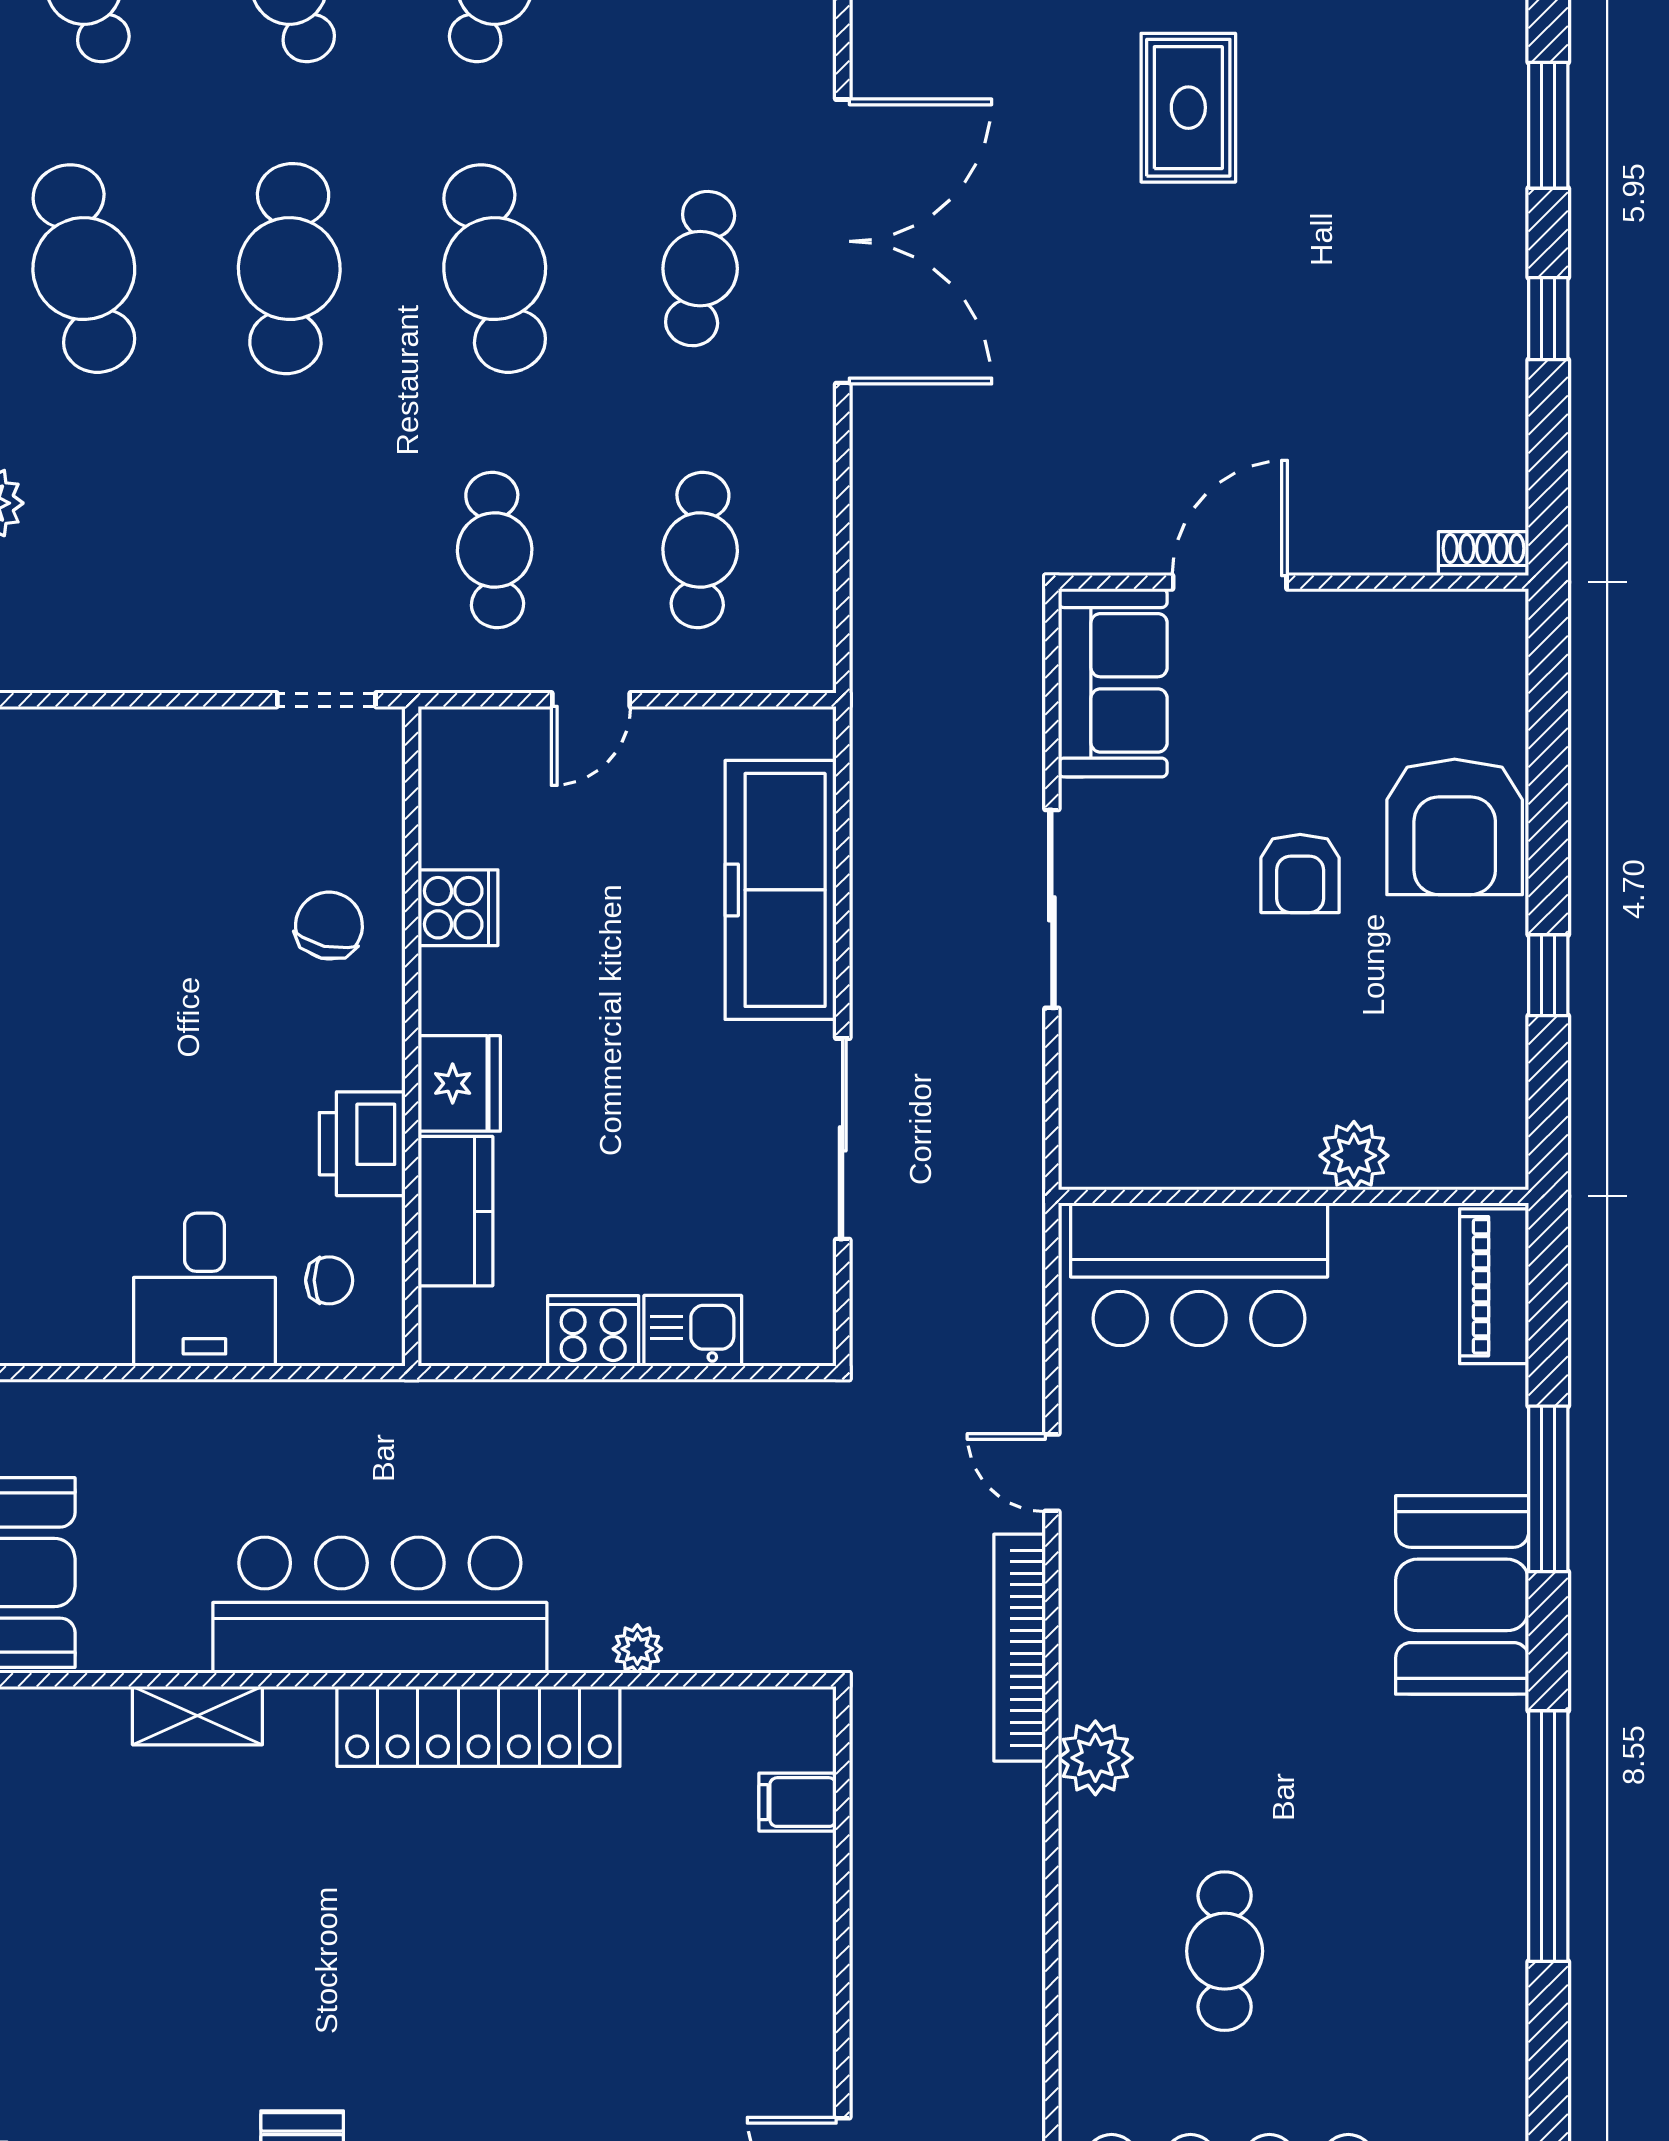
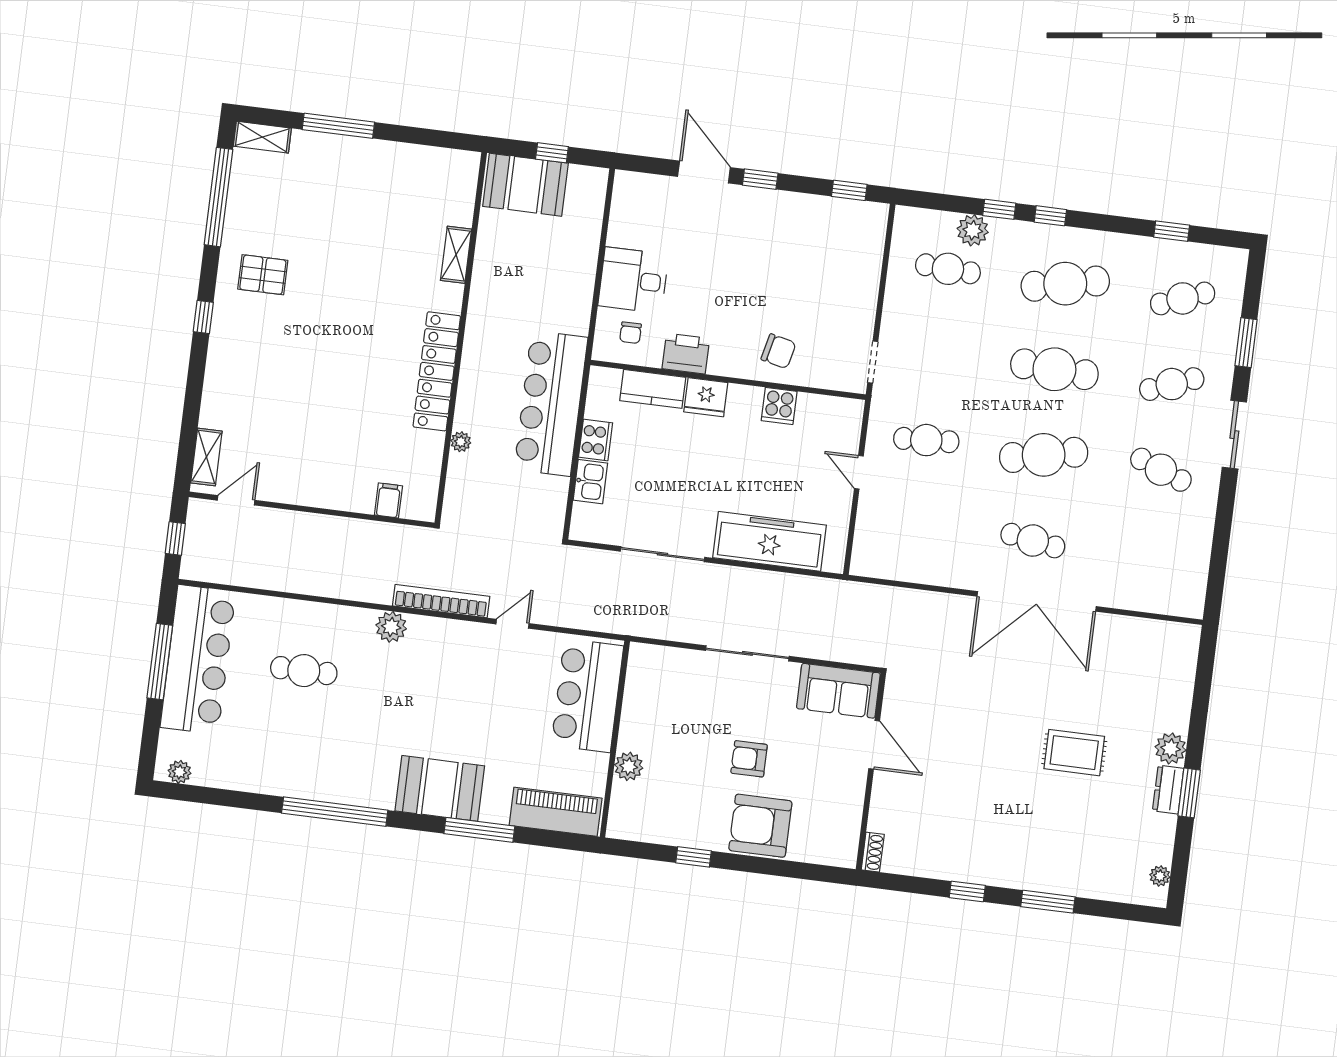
cafe table: (700, 550) -> (948, 269), moved
piano: (1494, 1286) -> (556, 812), width x1.37, depth x1.33
bar counter: (380, 1605) -> (551, 404), moved, turned 180

